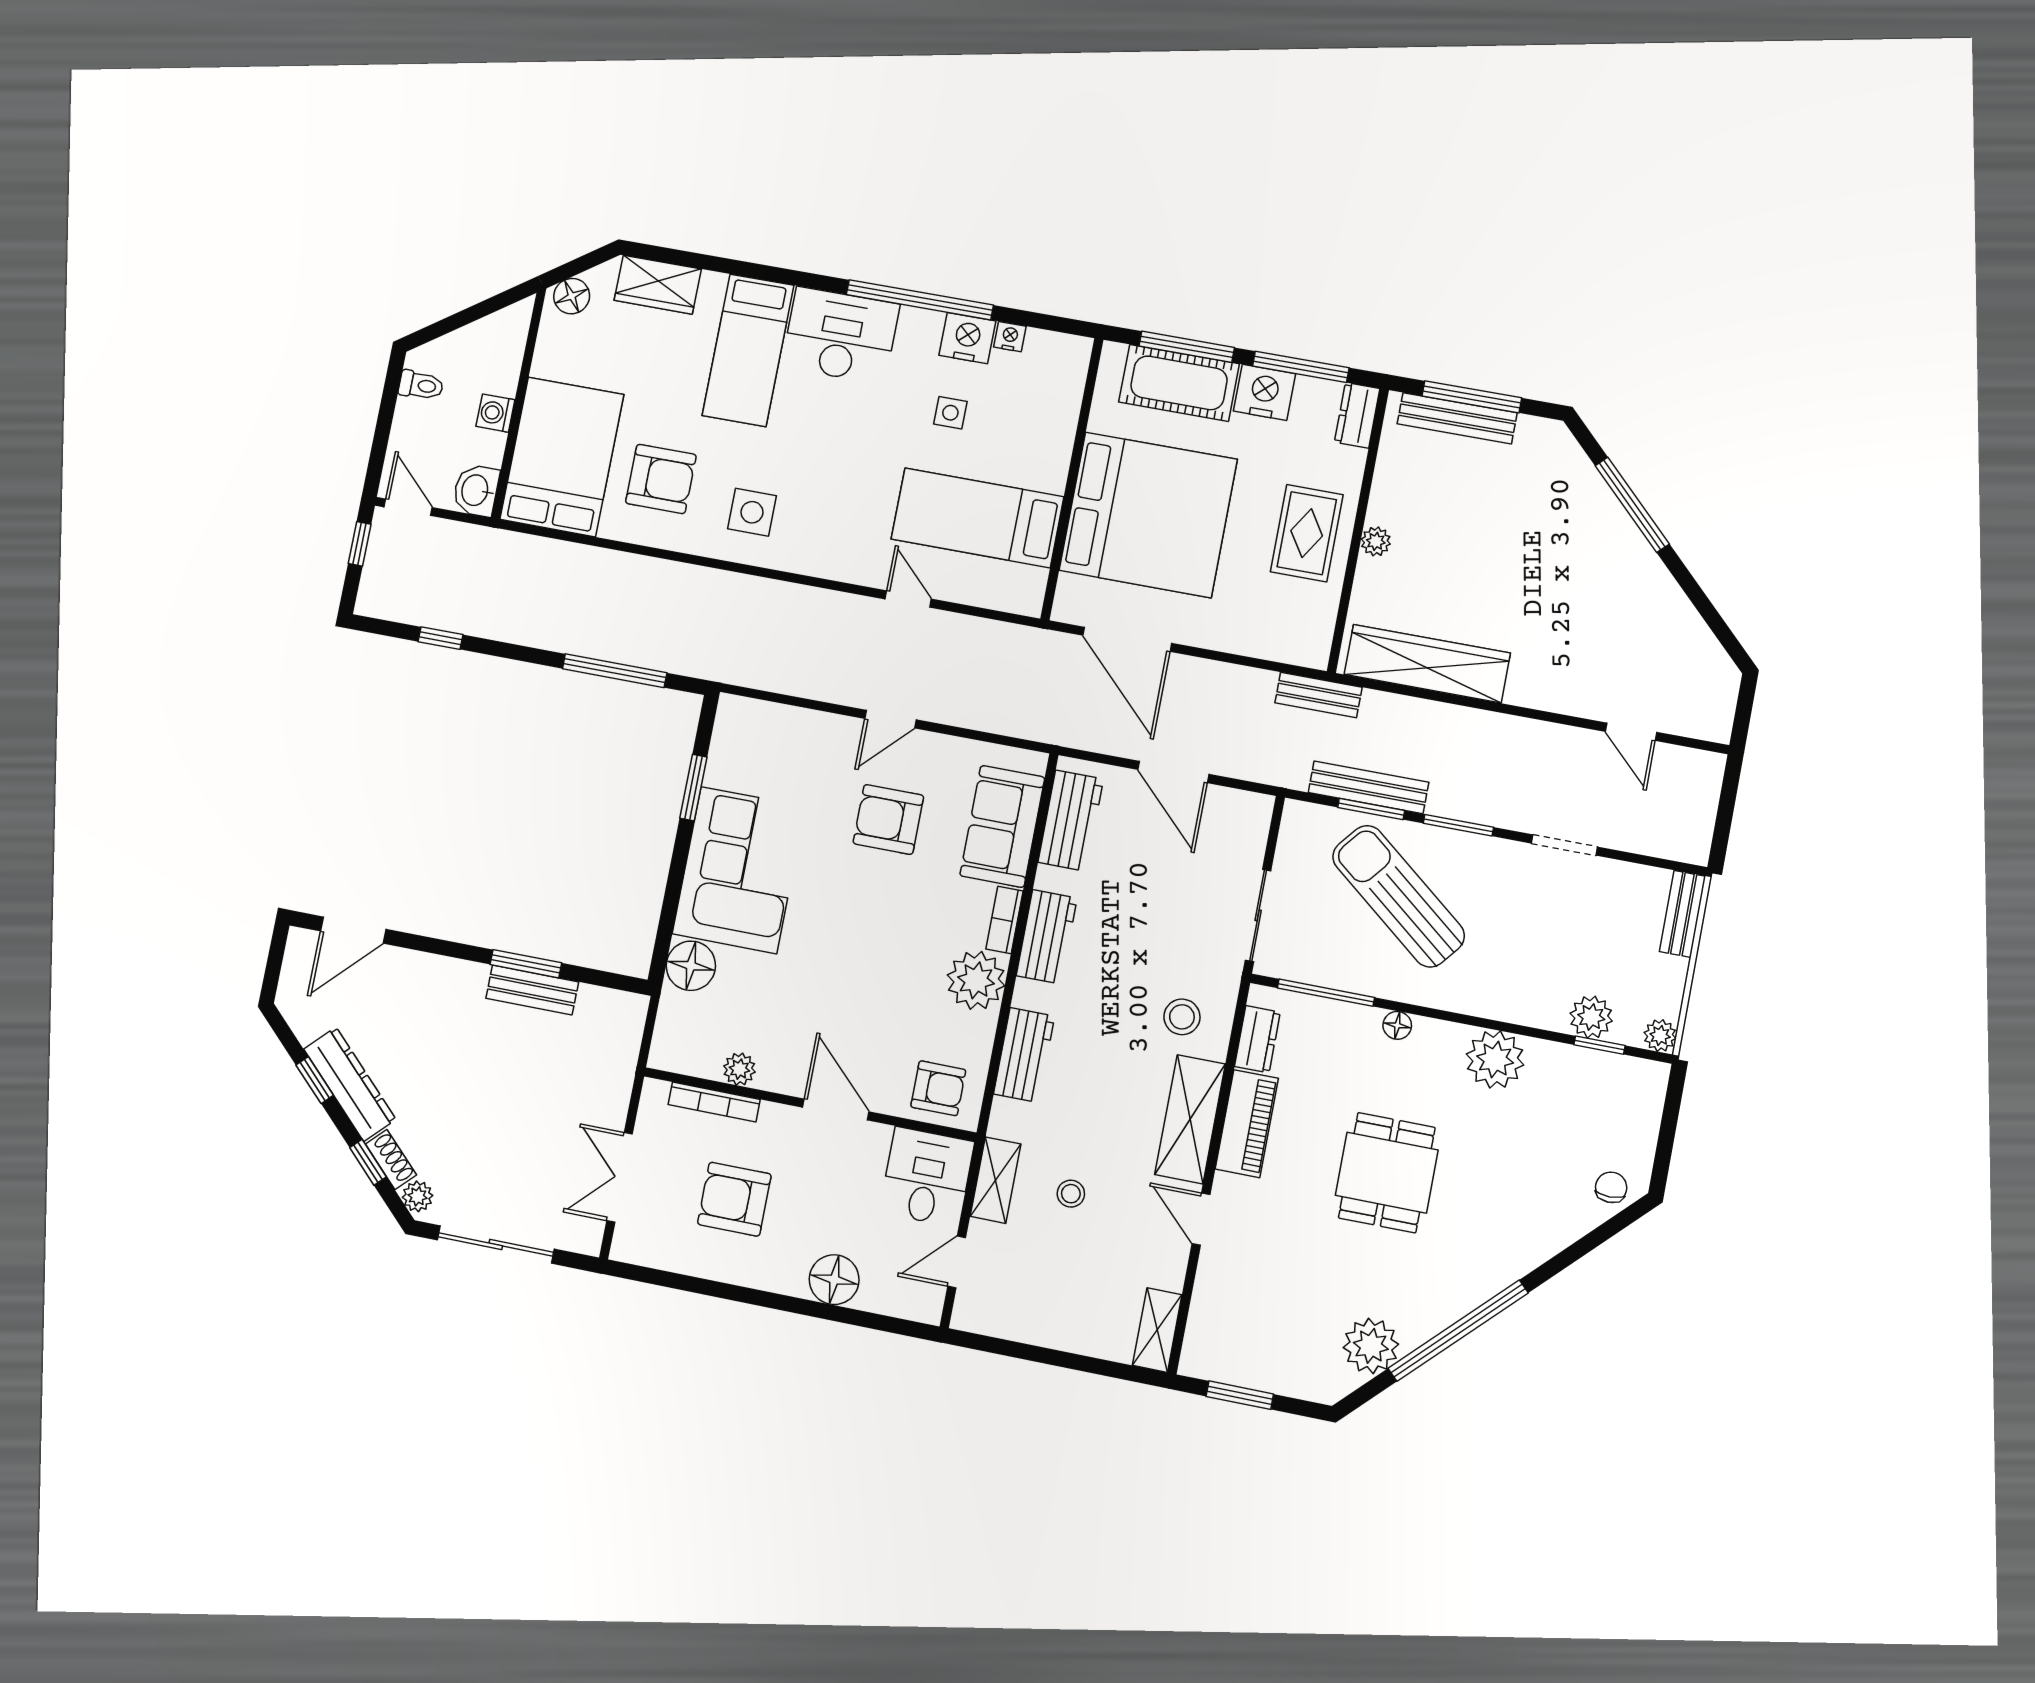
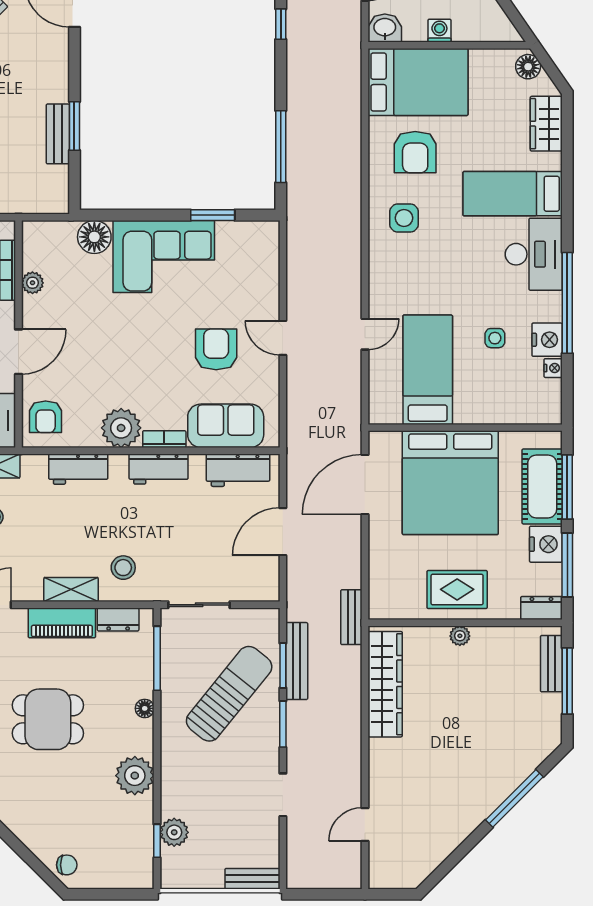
bench: (1457, 418) -> (551, 664), width x0.73
plant: (1660, 1036) -> (171, 879), removed
shelving: (1190, 1119) -> (71, 590), width x0.67, depth x0.75

